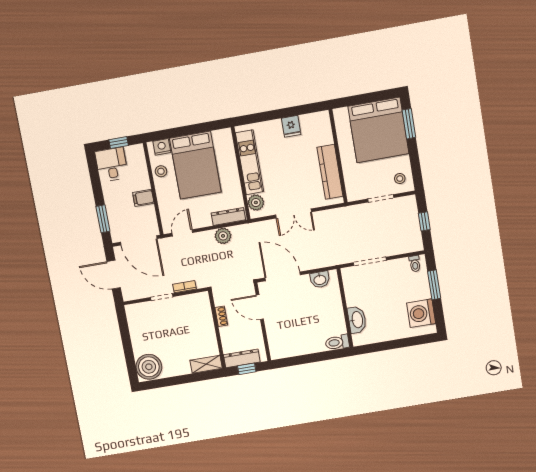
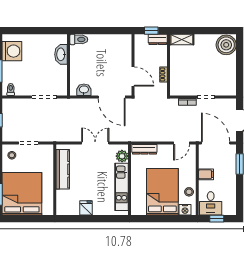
desk: (112, 165) -> (211, 203), moved
plant: (223, 236) -> (151, 135), removed
dresser: (242, 358) -> (158, 39), width x0.70

